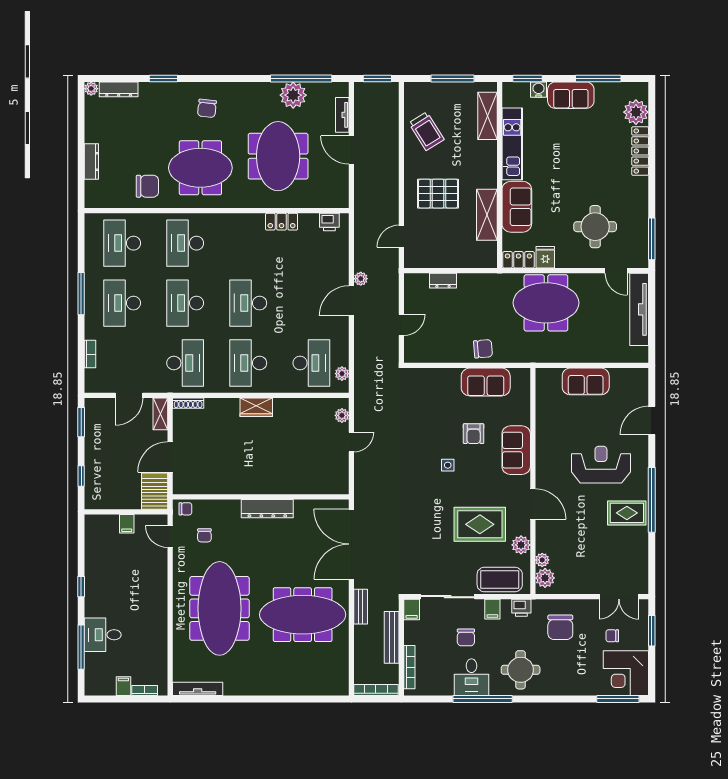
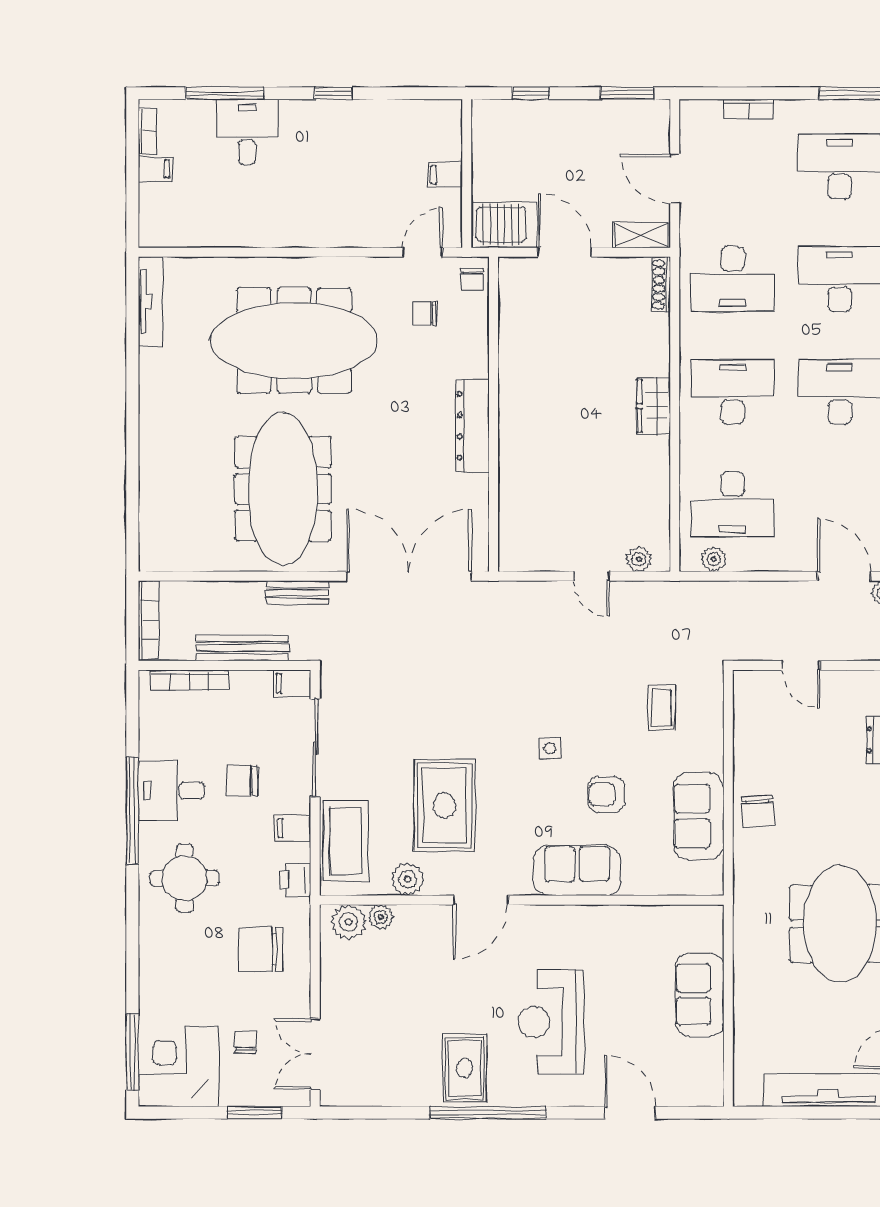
coffee table: (425, 403) -> (662, 707), added
reception desk: (601, 465) -> (551, 1022), turned 180
bookcase: (145, 691) -> (147, 131), moved

